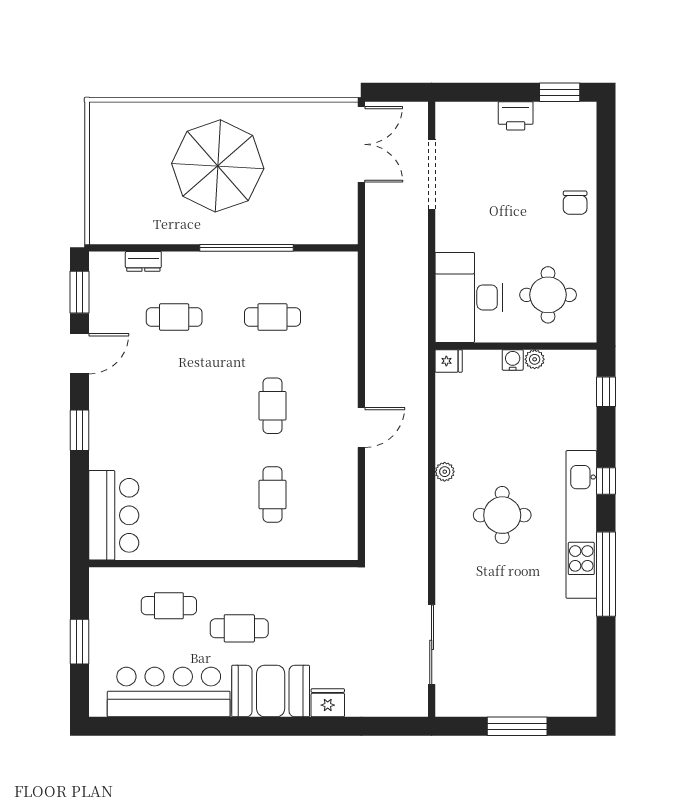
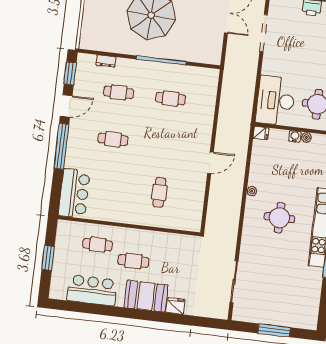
cafe table: (272, 406) -> (113, 139), moved, turned 90
window: (79, 430) -> (61, 146), width x2.11
bar counter: (169, 692) -> (92, 290), width x0.73

